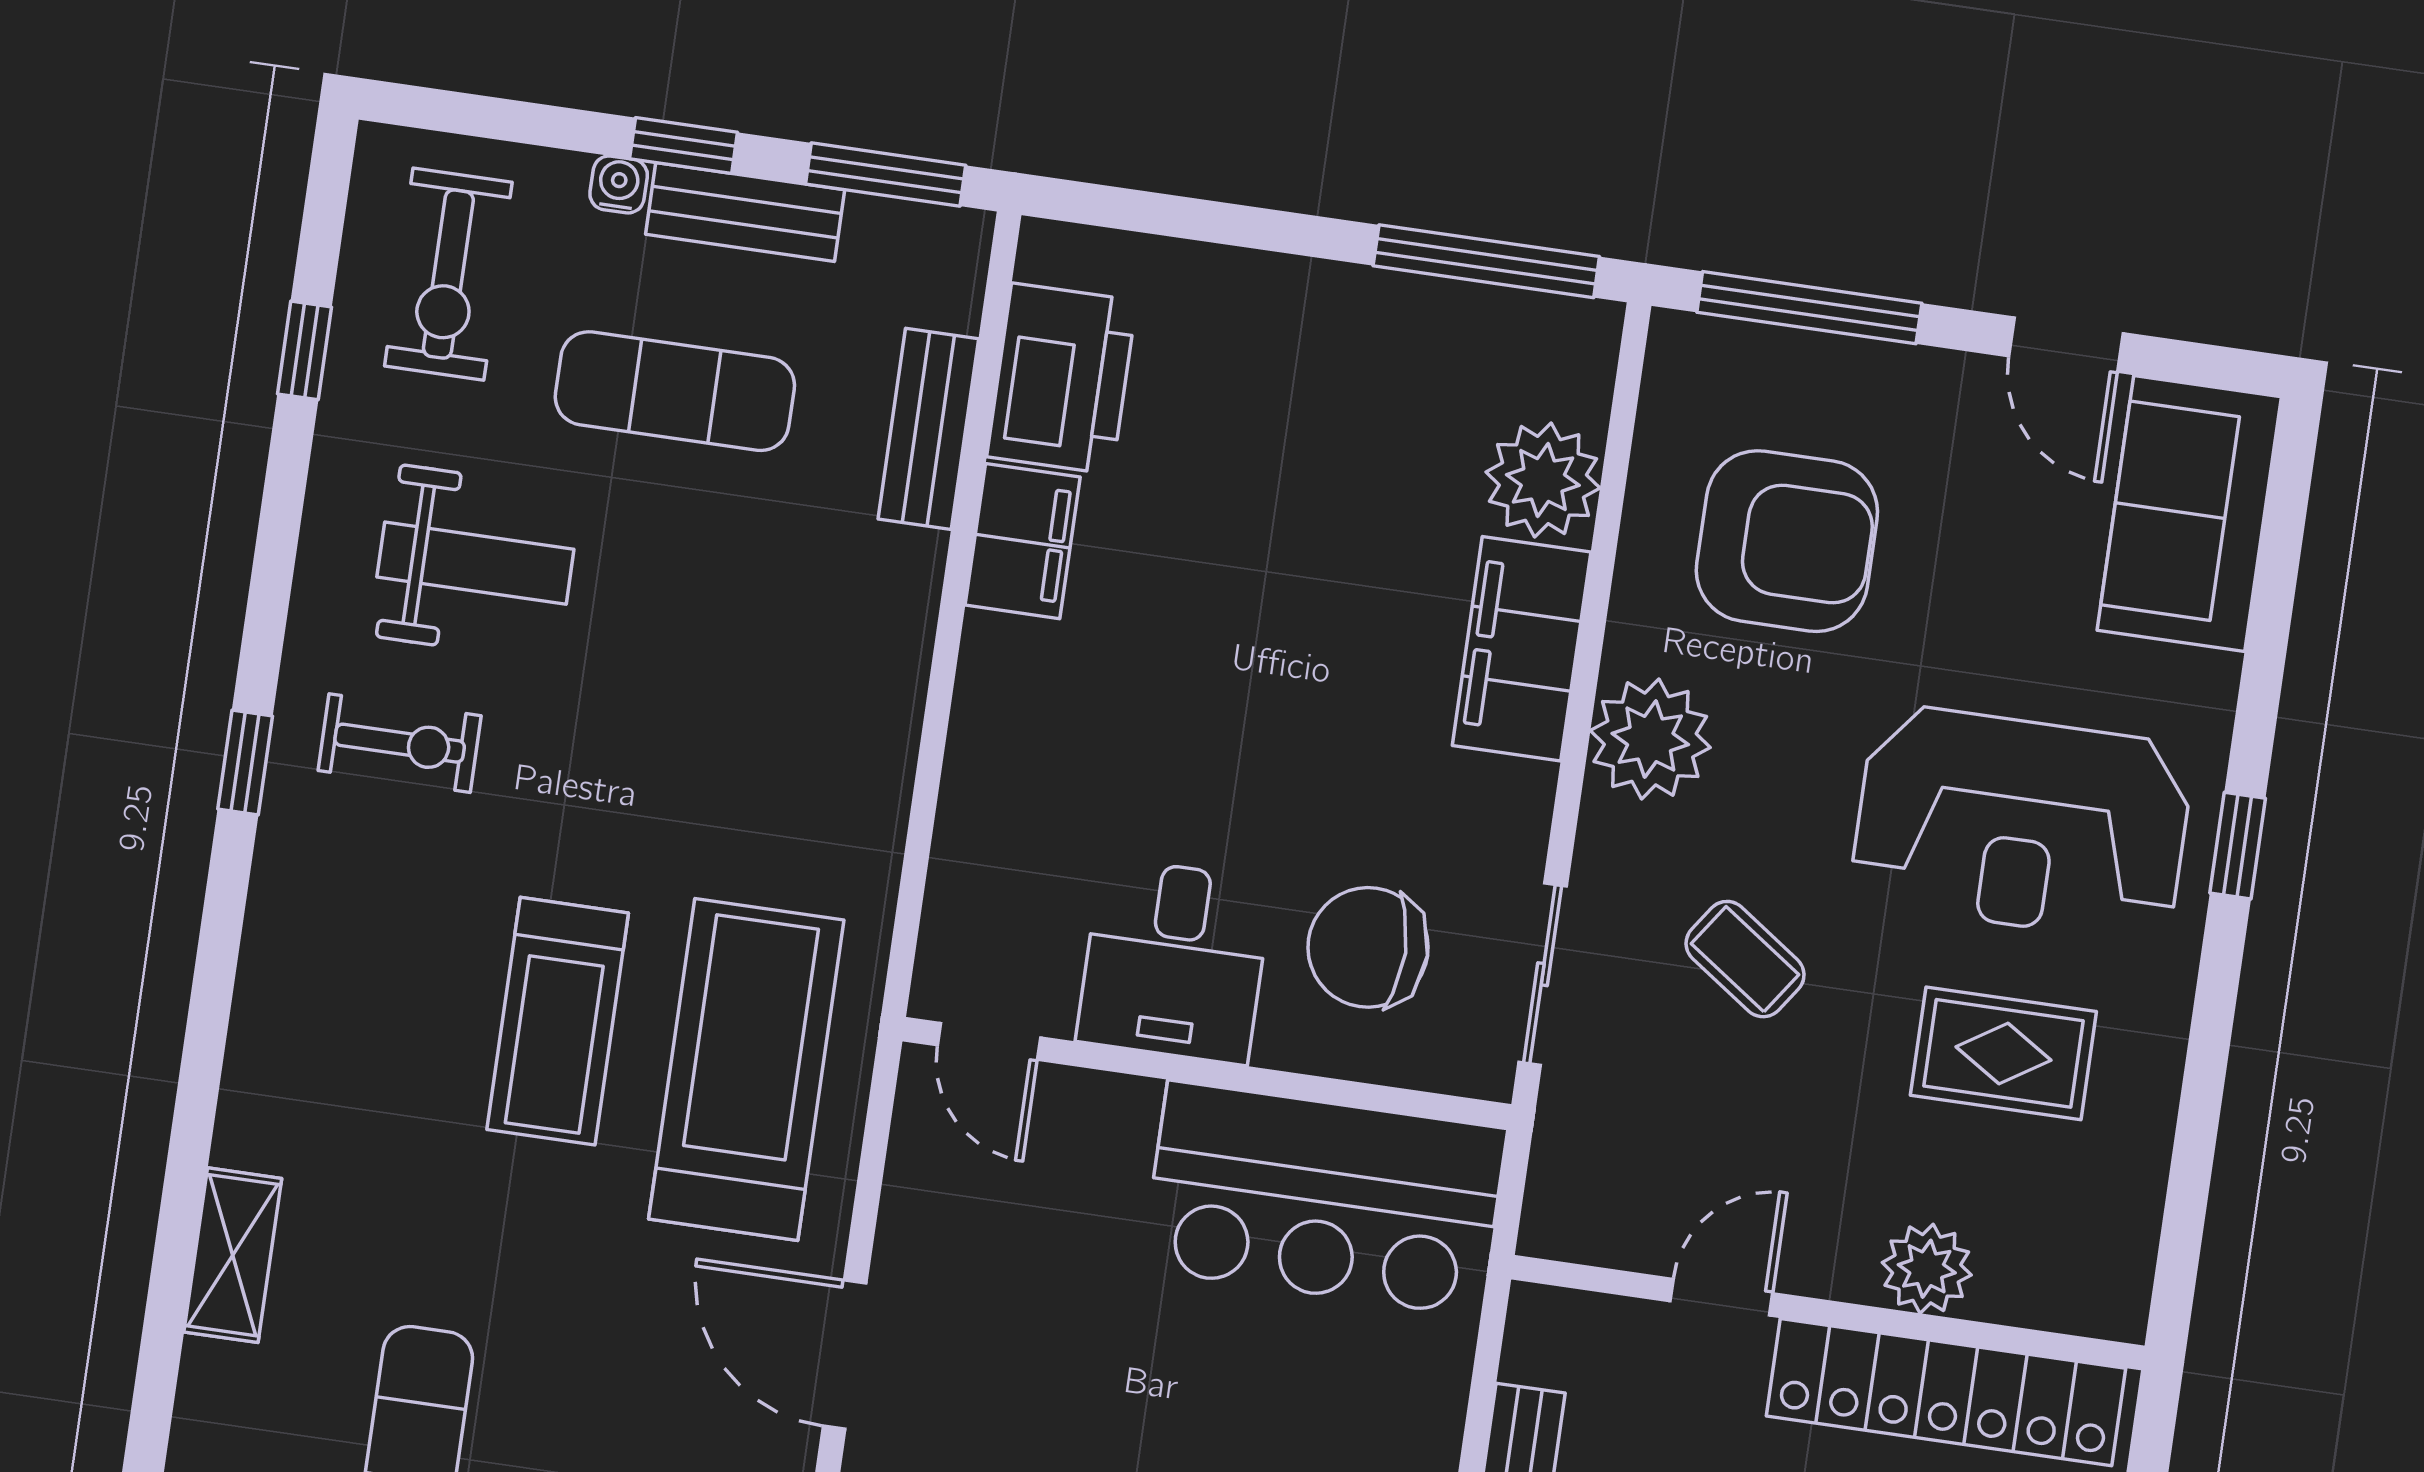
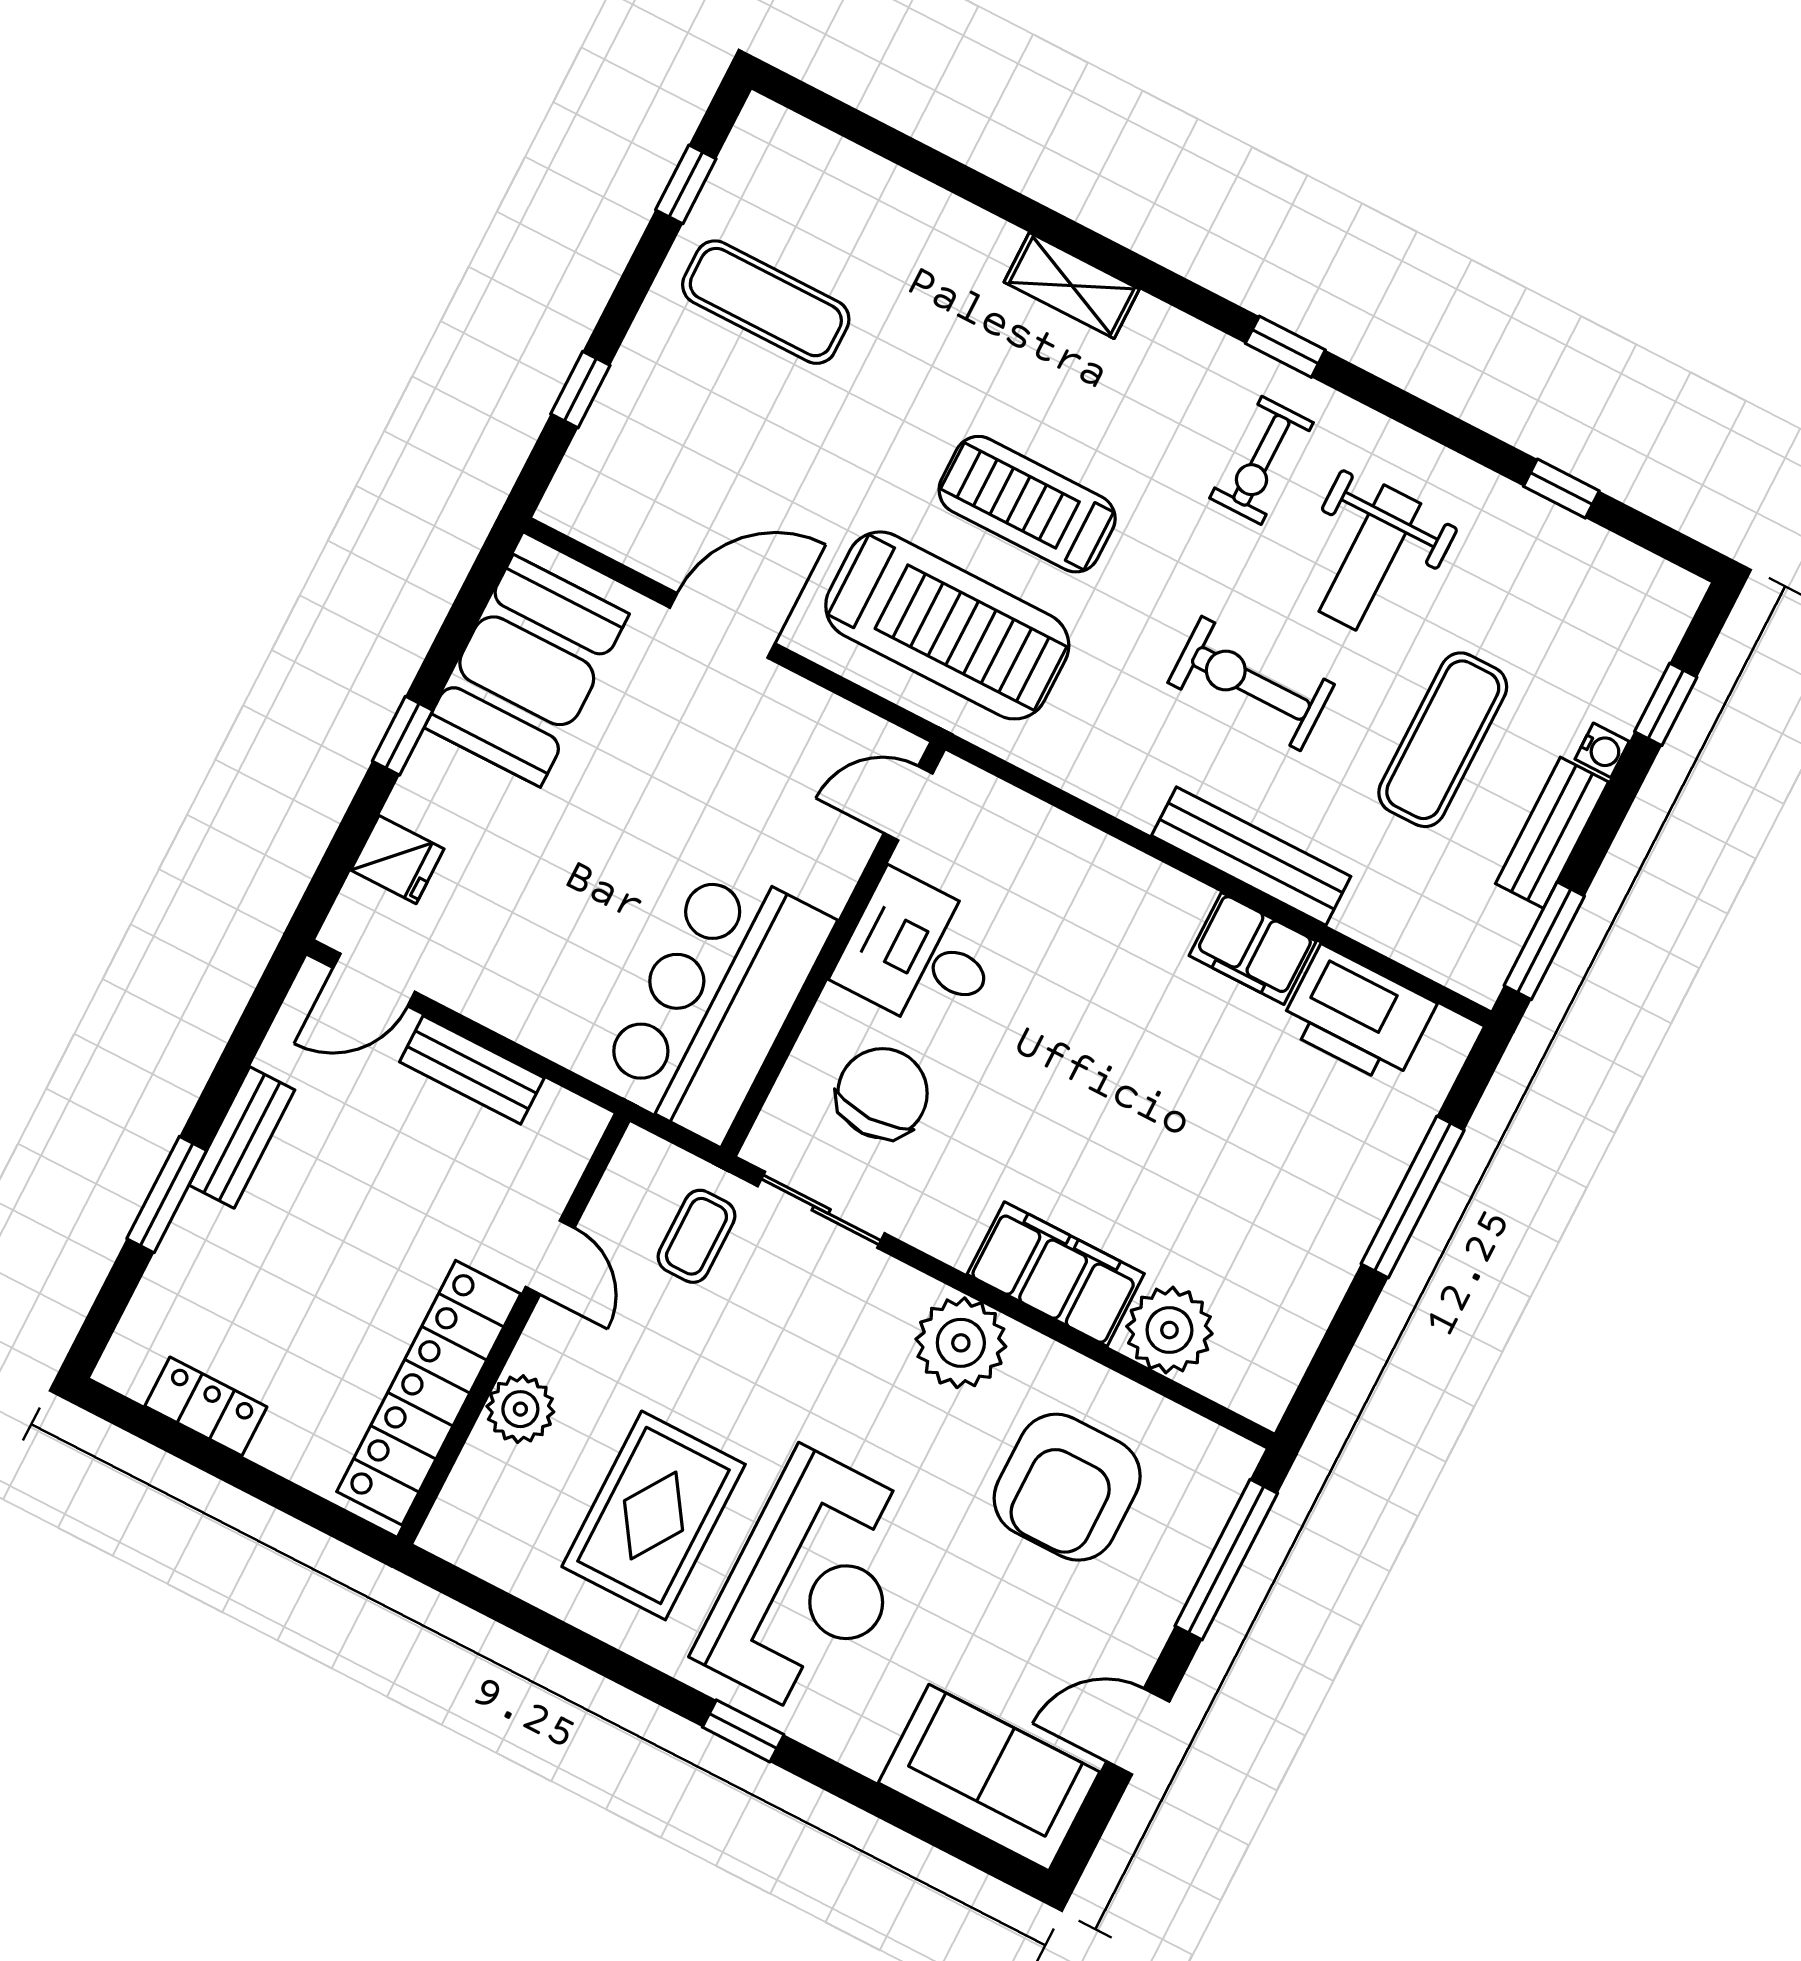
window: (684, 145) -> (1666, 704), moved
window: (1486, 261) -> (1413, 1197), moved
exercise bike: (448, 274) -> (1251, 683), moved
bench: (928, 429) -> (1251, 856), moved, width x1.36
reception desk: (2022, 824) -> (811, 1584), turned 180
coffee table: (1745, 959) -> (696, 1236), moved, turned -35
rug: (2003, 1053) -> (654, 1515), width x1.36, depth x1.43
shelving: (233, 1255) -> (1072, 286), moved

